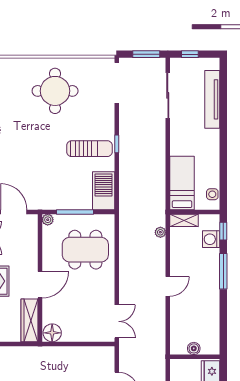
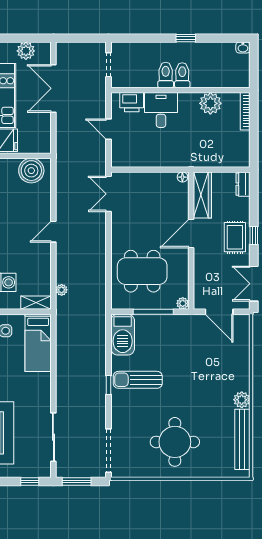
floor lamp: (52, 333) -> (182, 177), width x0.53, depth x0.53
boiler: (194, 348) -> (31, 171), width x1.86, depth x1.86

